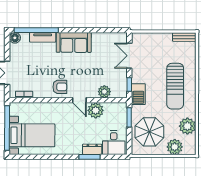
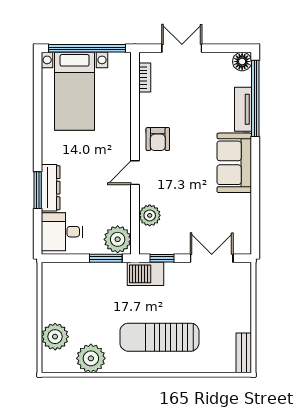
plant: (96, 110) -> (118, 239), moved
parasol: (149, 132) -> (81, 293), removed
dresser: (92, 149) -> (51, 188), width x1.44

